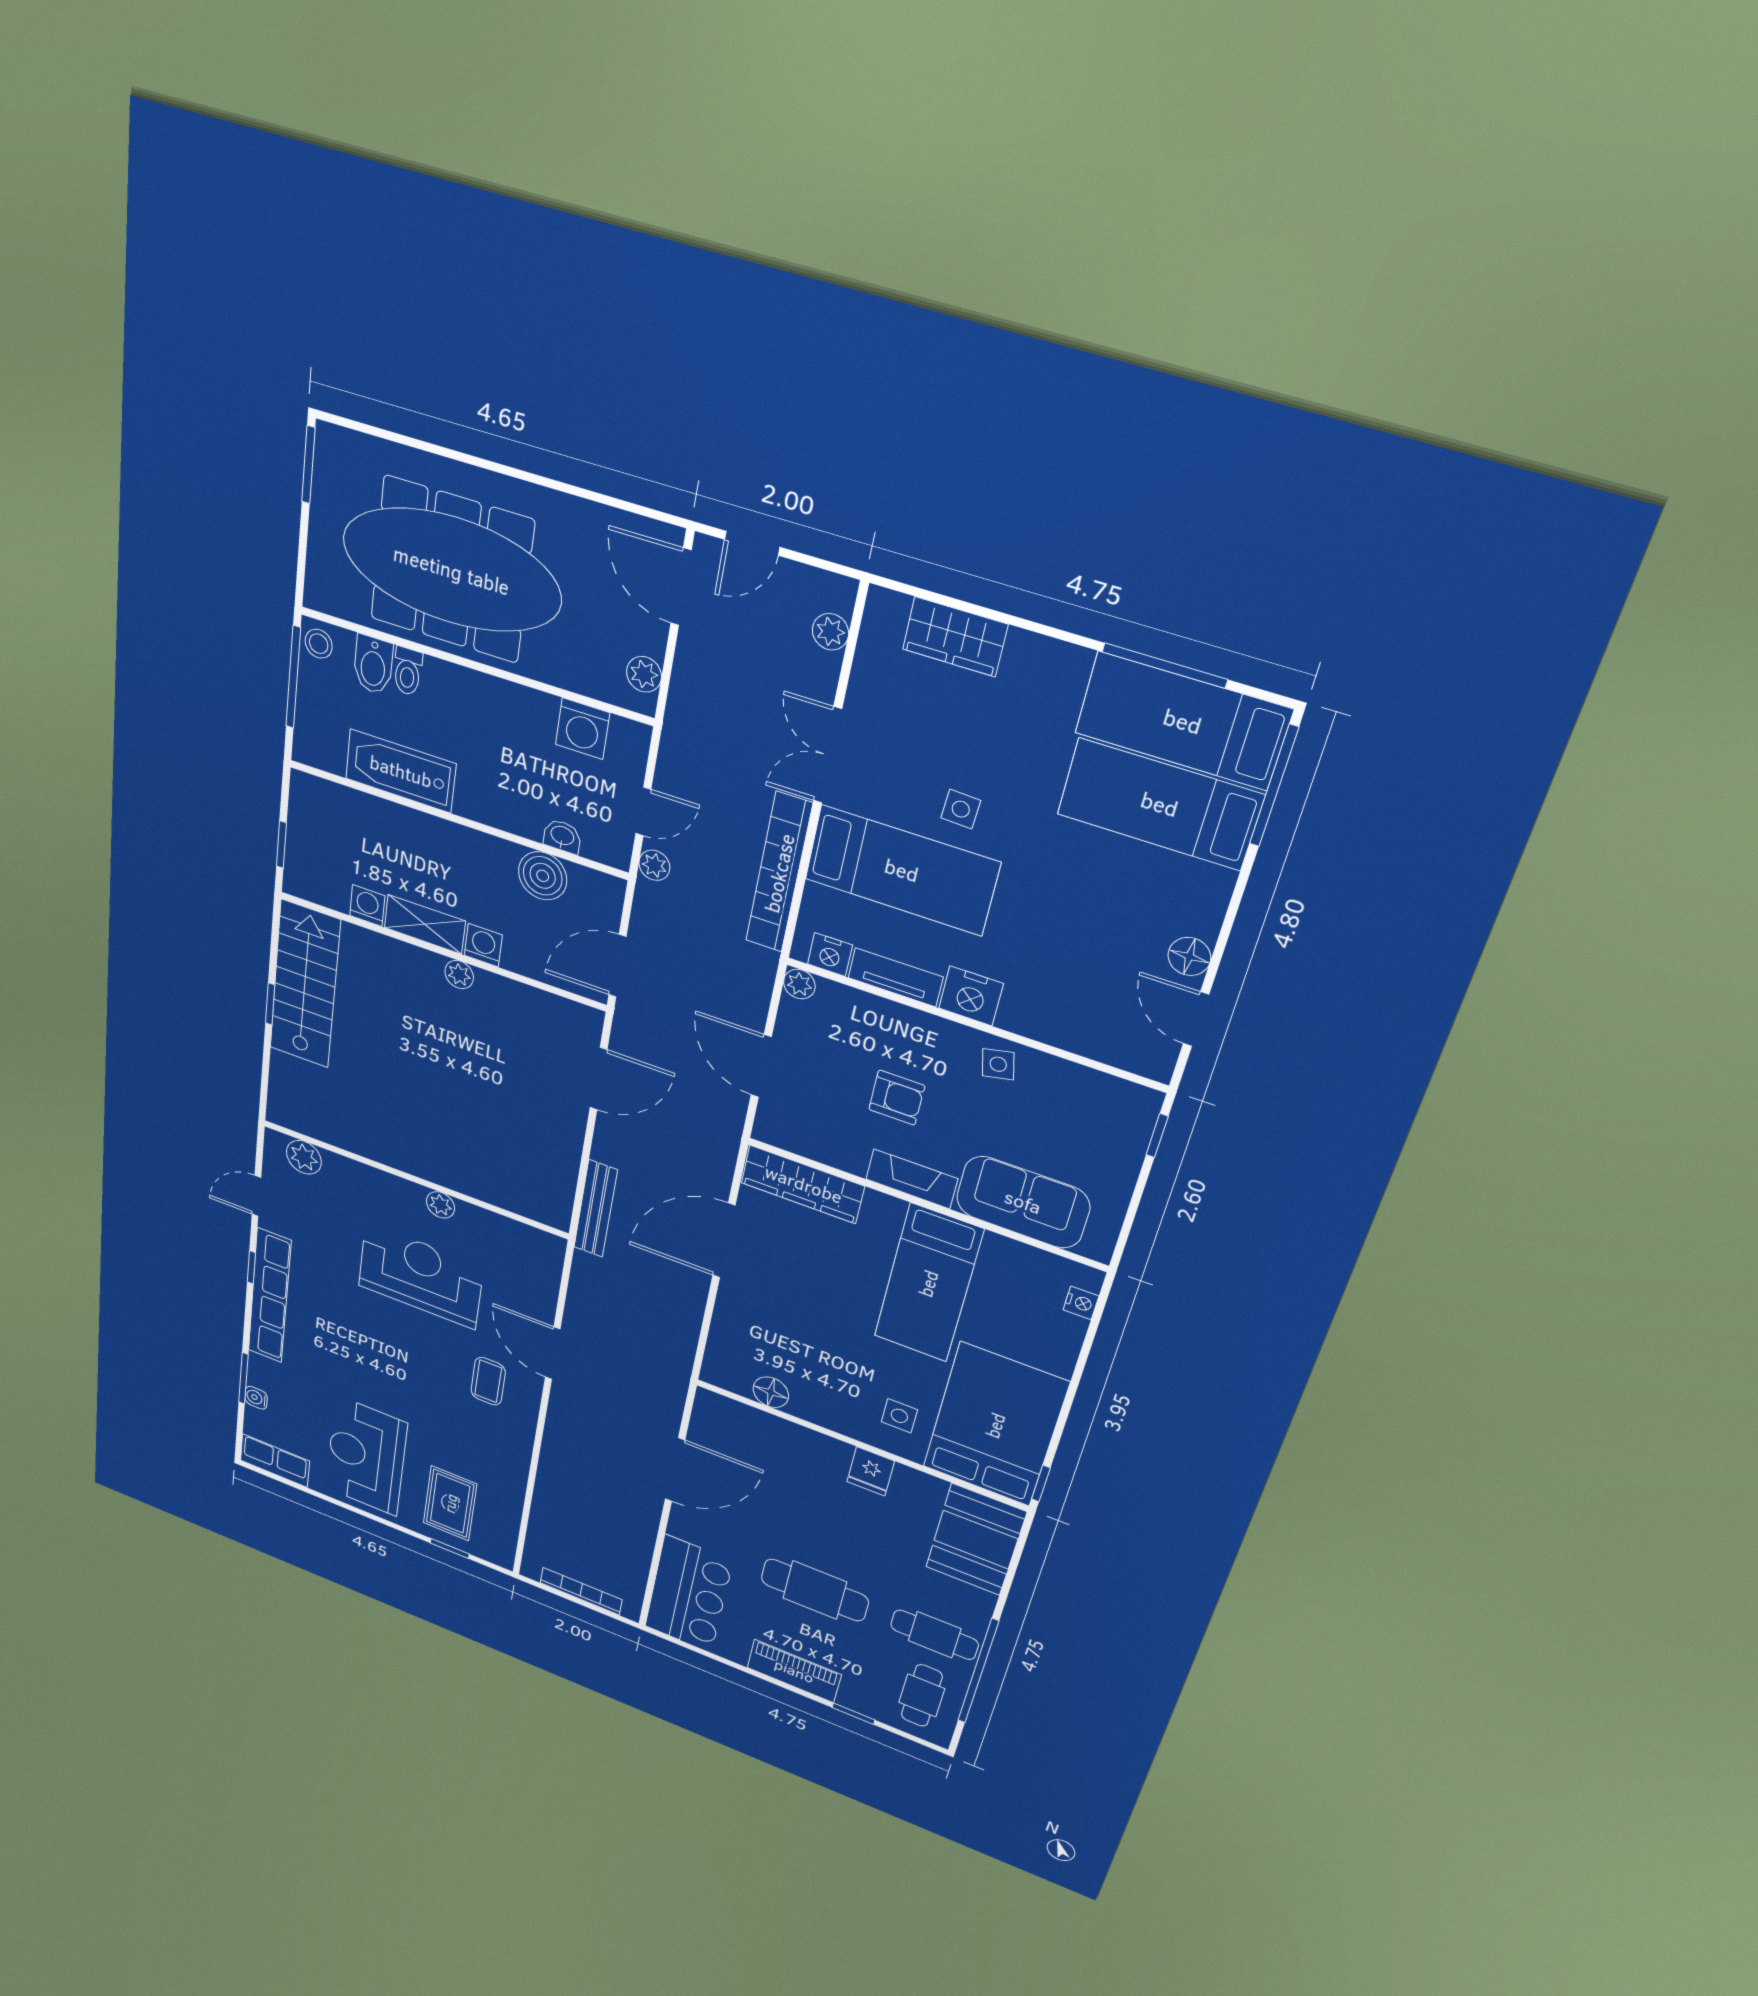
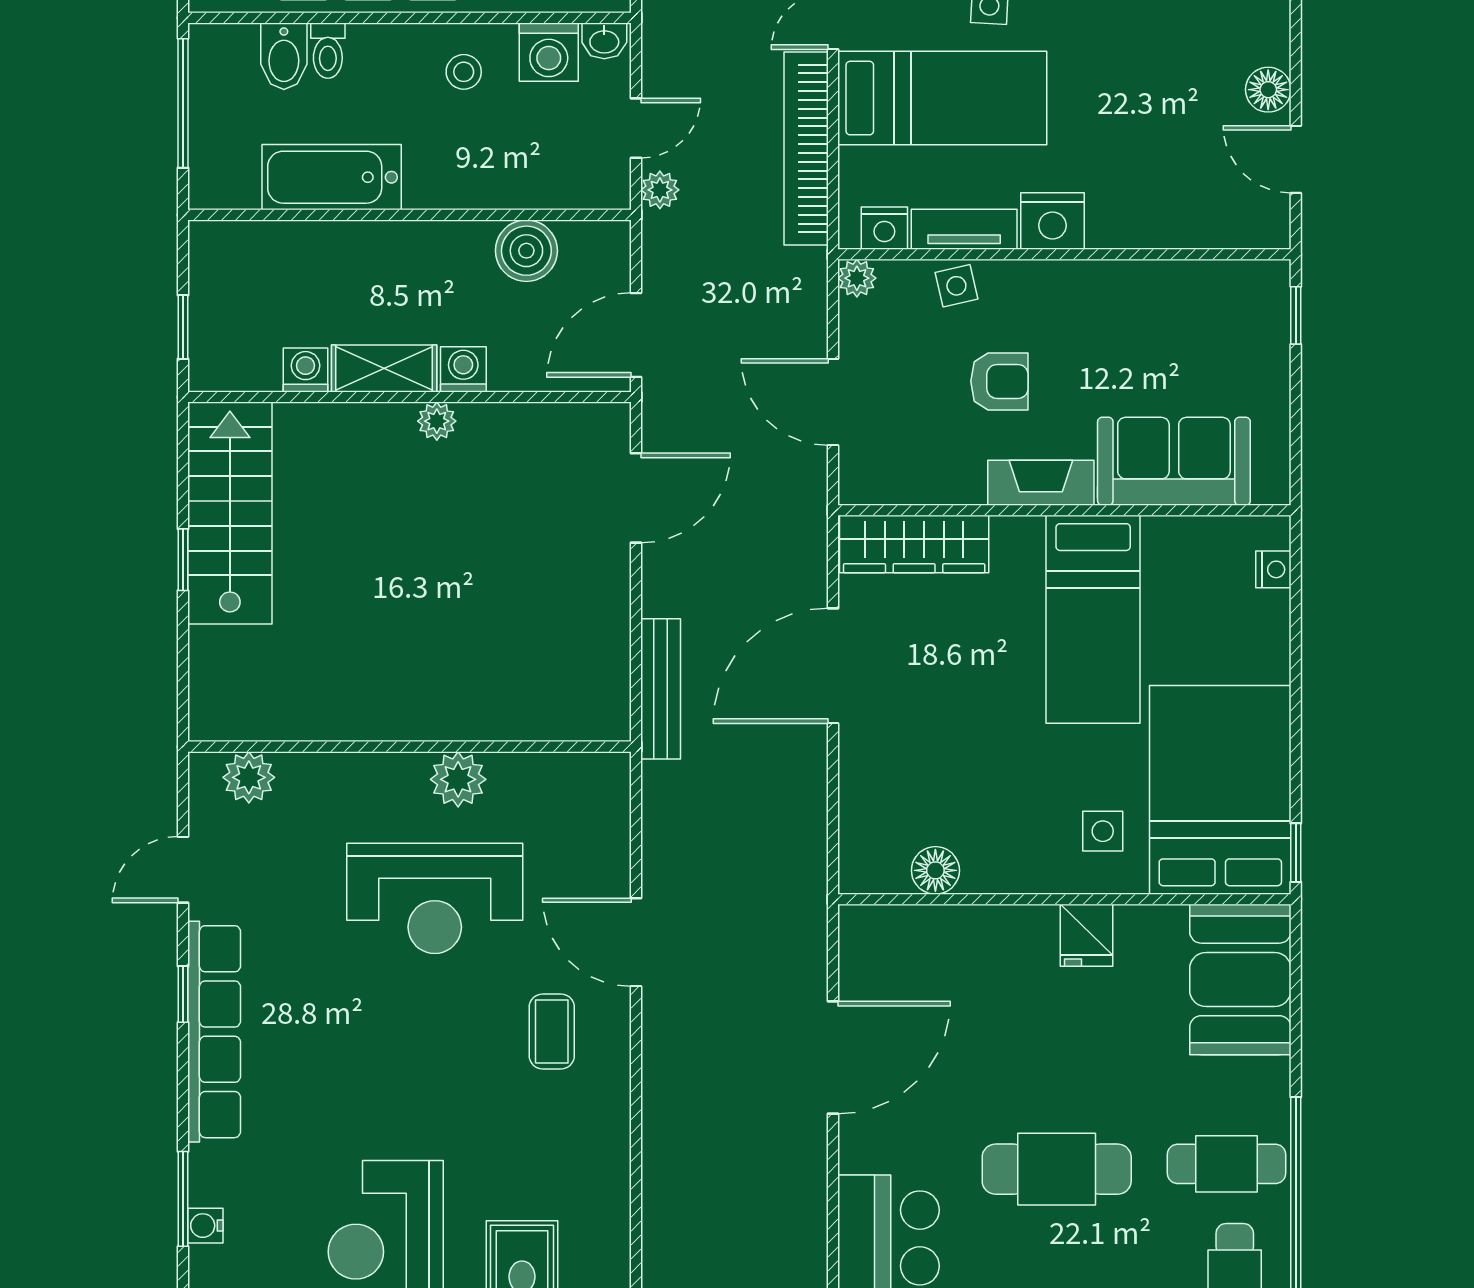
stool: (319, 644) -> (464, 72), moved
washbasin: (562, 836) -> (604, 41), moved, turned 180
side table: (998, 1064) -> (956, 286), moved
plant: (440, 1205) -> (458, 779), width x1.38, depth x1.38
reception desk: (421, 1276) -> (435, 898), turned 180

